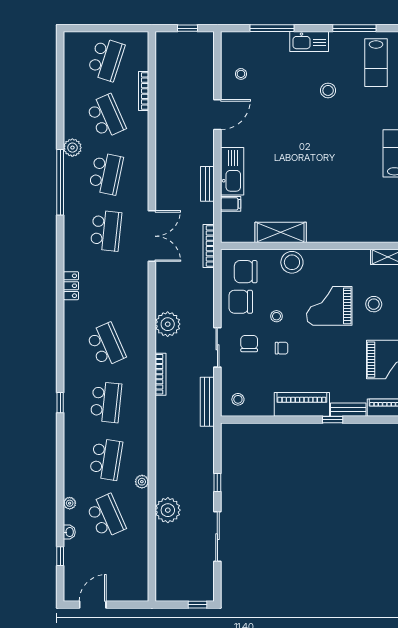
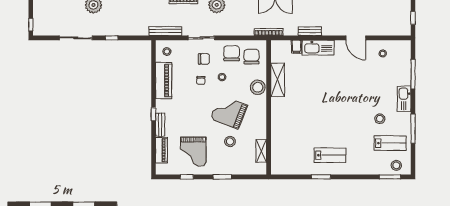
lab bench: (376, 63) -> (390, 143), turned 180
stool: (328, 90) -> (380, 119), moved
grand piano: (329, 306) -> (229, 112), turned -69
piano: (302, 404) -> (164, 81), moved

